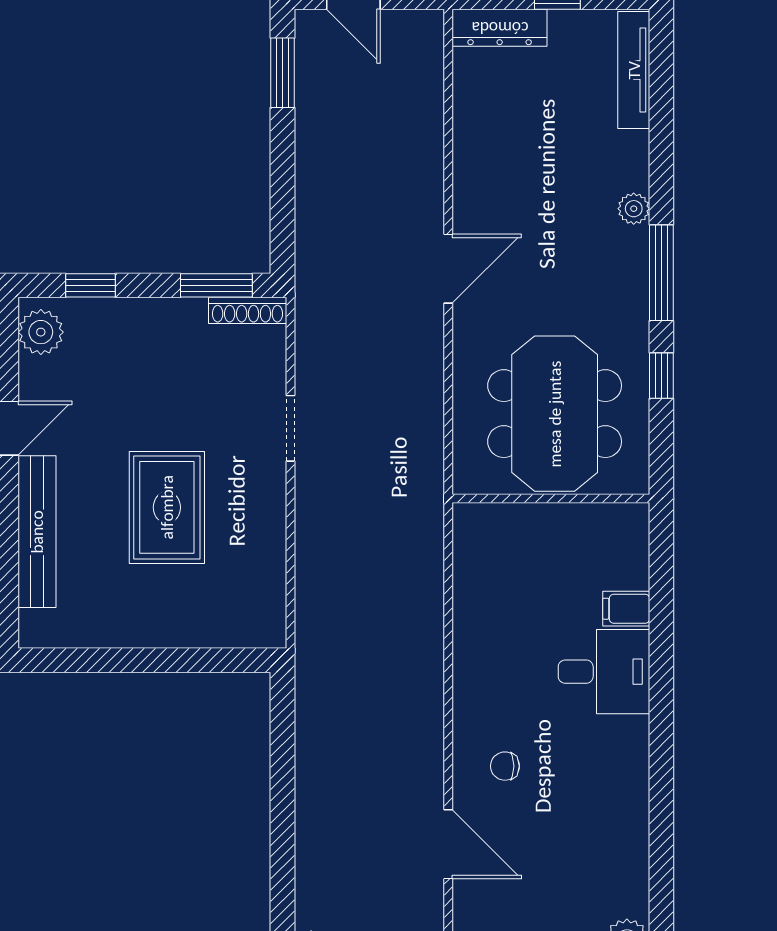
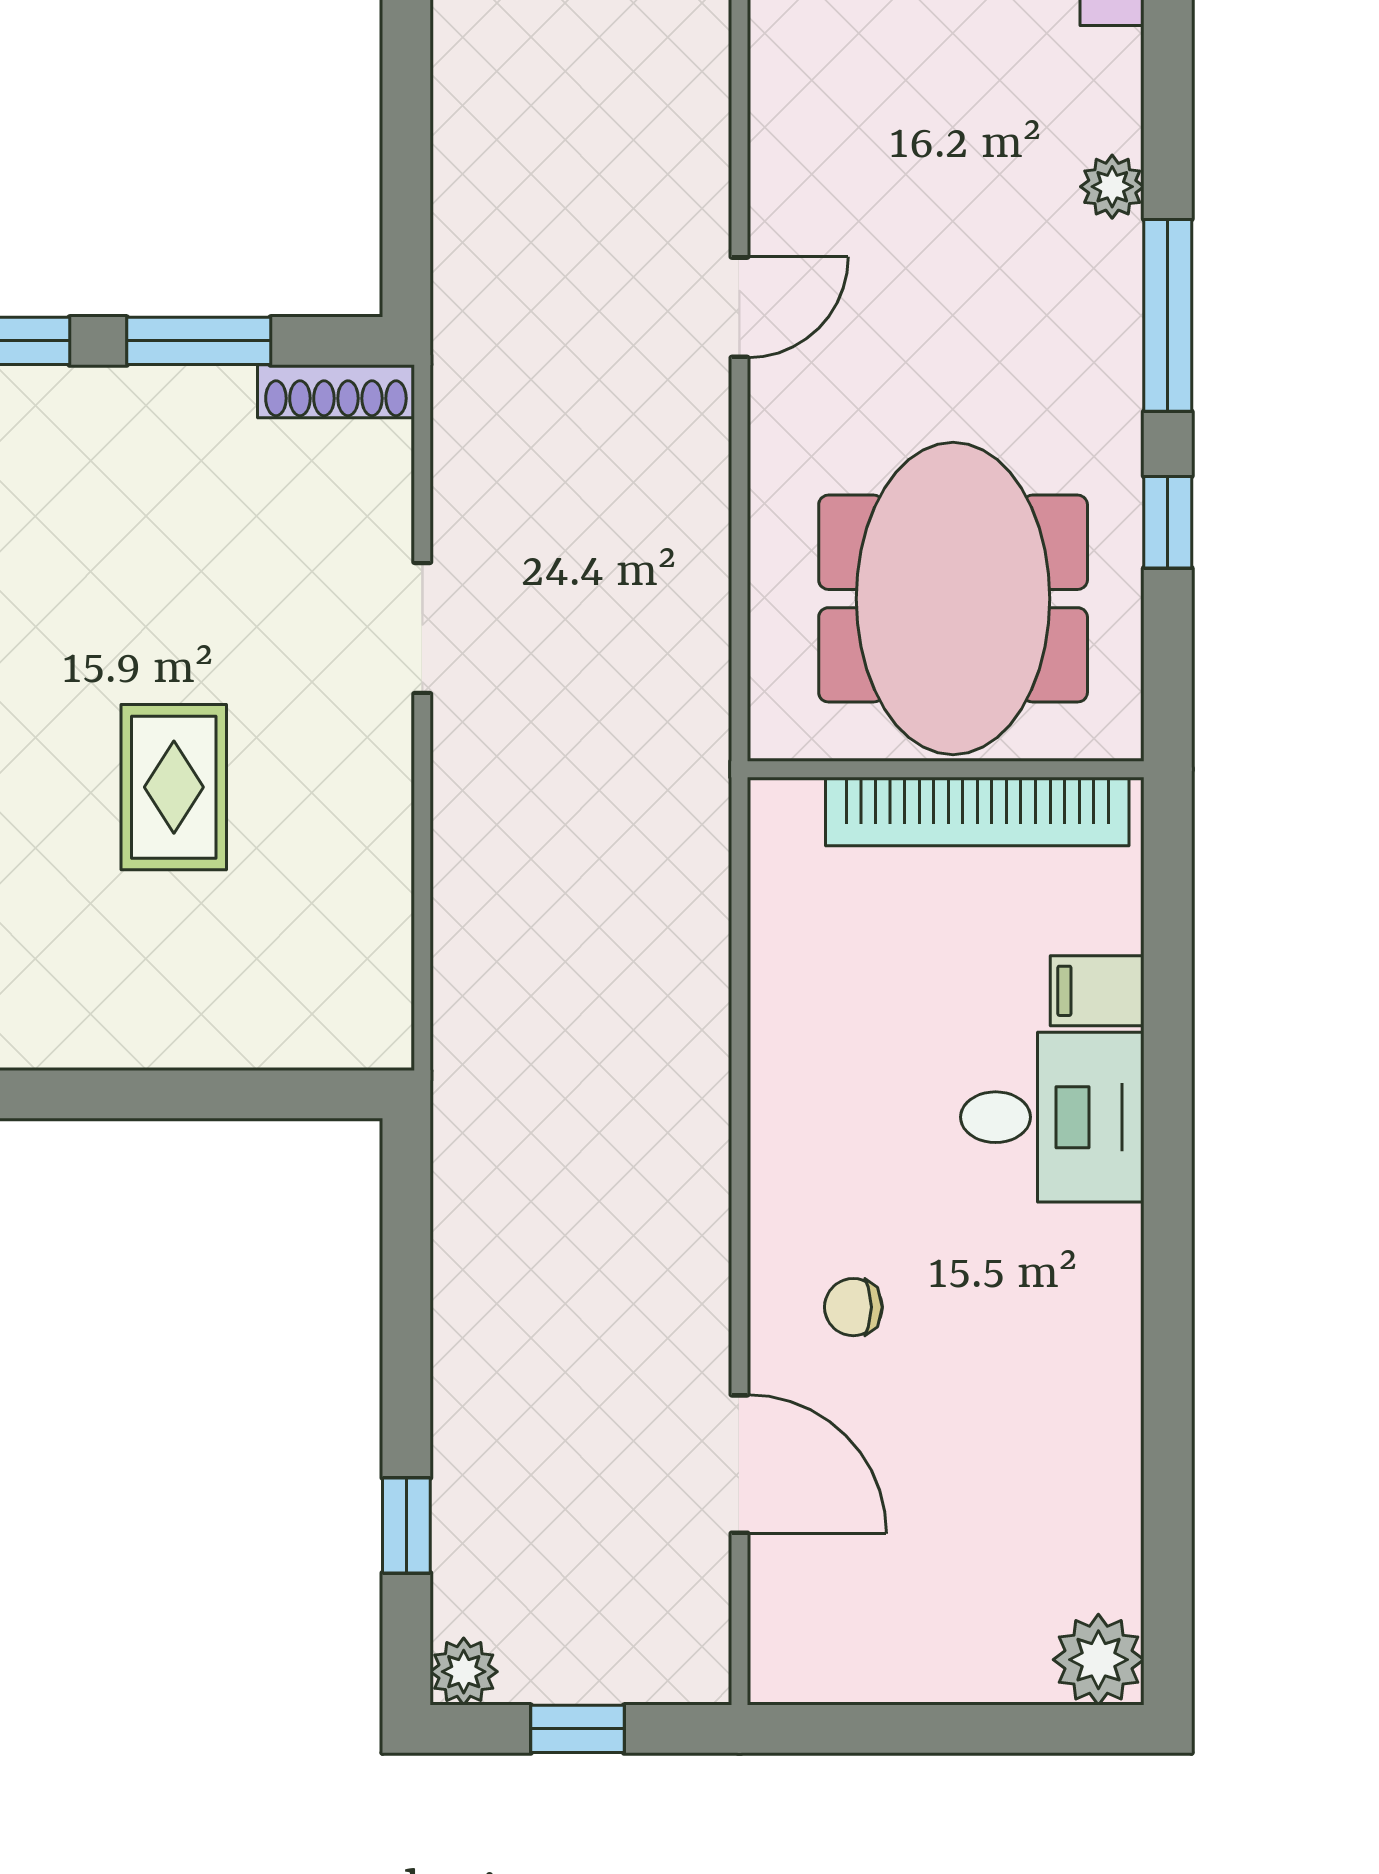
door: (448, 269) -> (739, 307), width x0.73
window: (216, 285) -> (199, 341), moved
rug: (167, 507) -> (174, 787), width x0.73, depth x0.70
bookcase: (567, 520) -> (977, 812), added
window: (283, 875) -> (406, 1525), added

